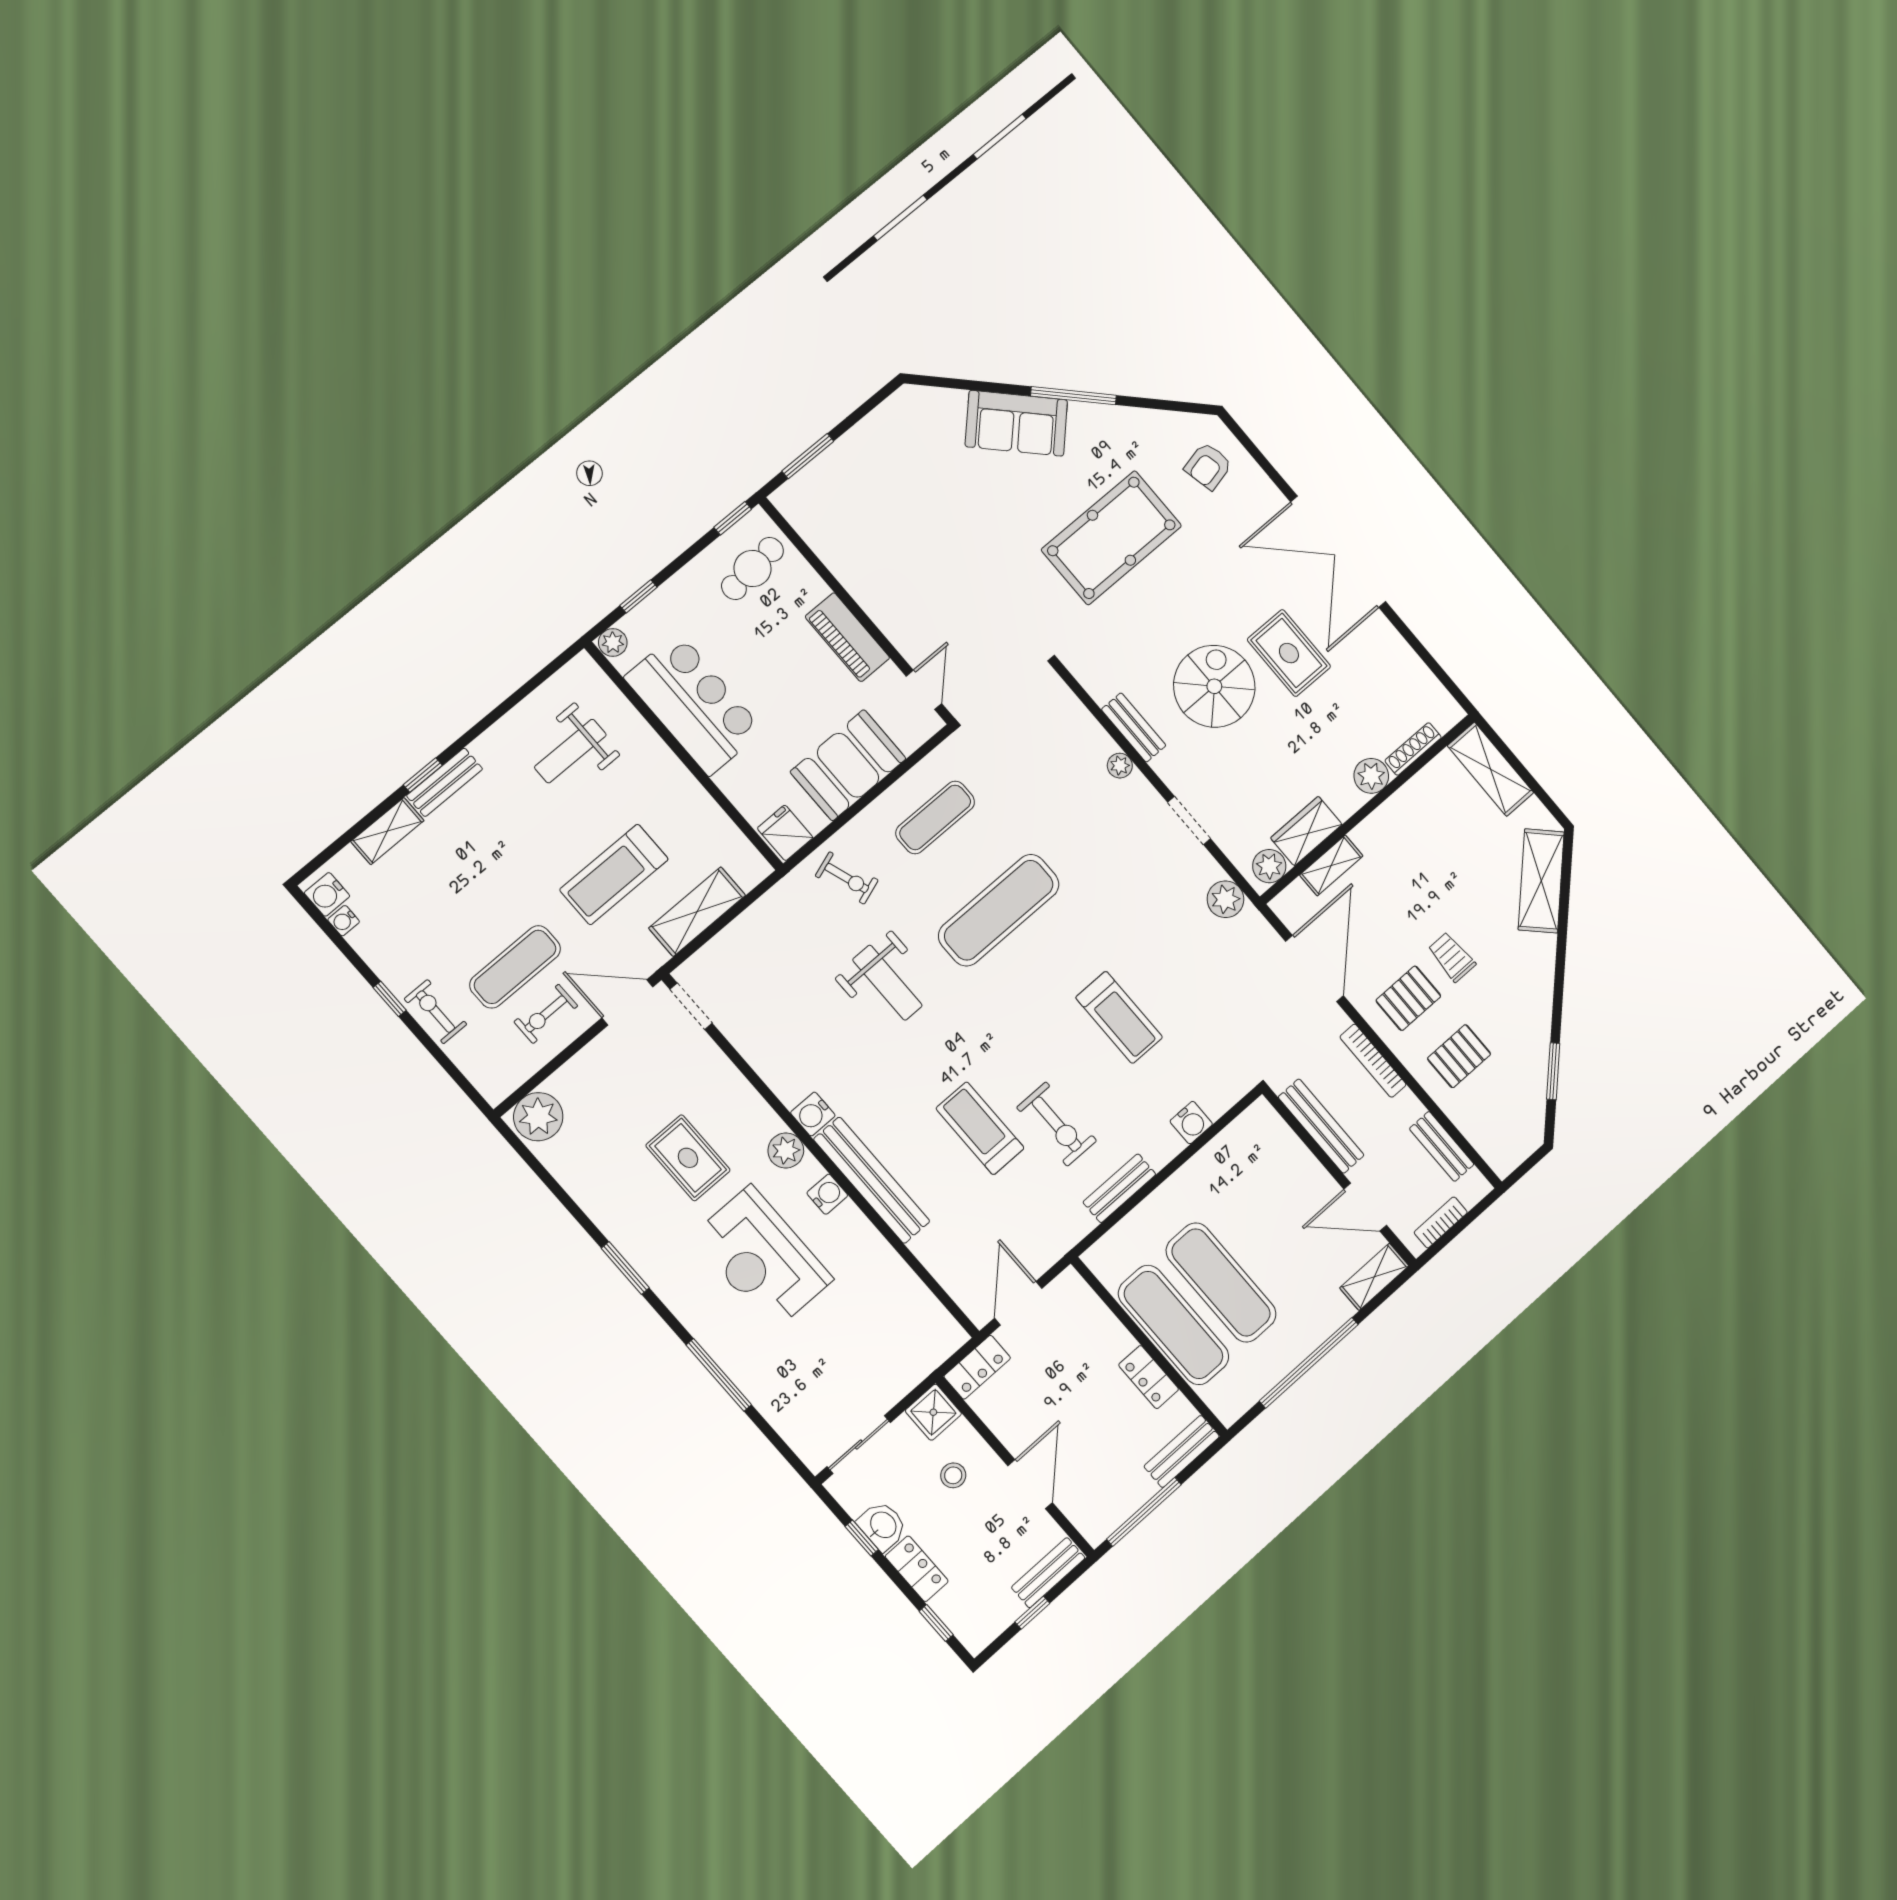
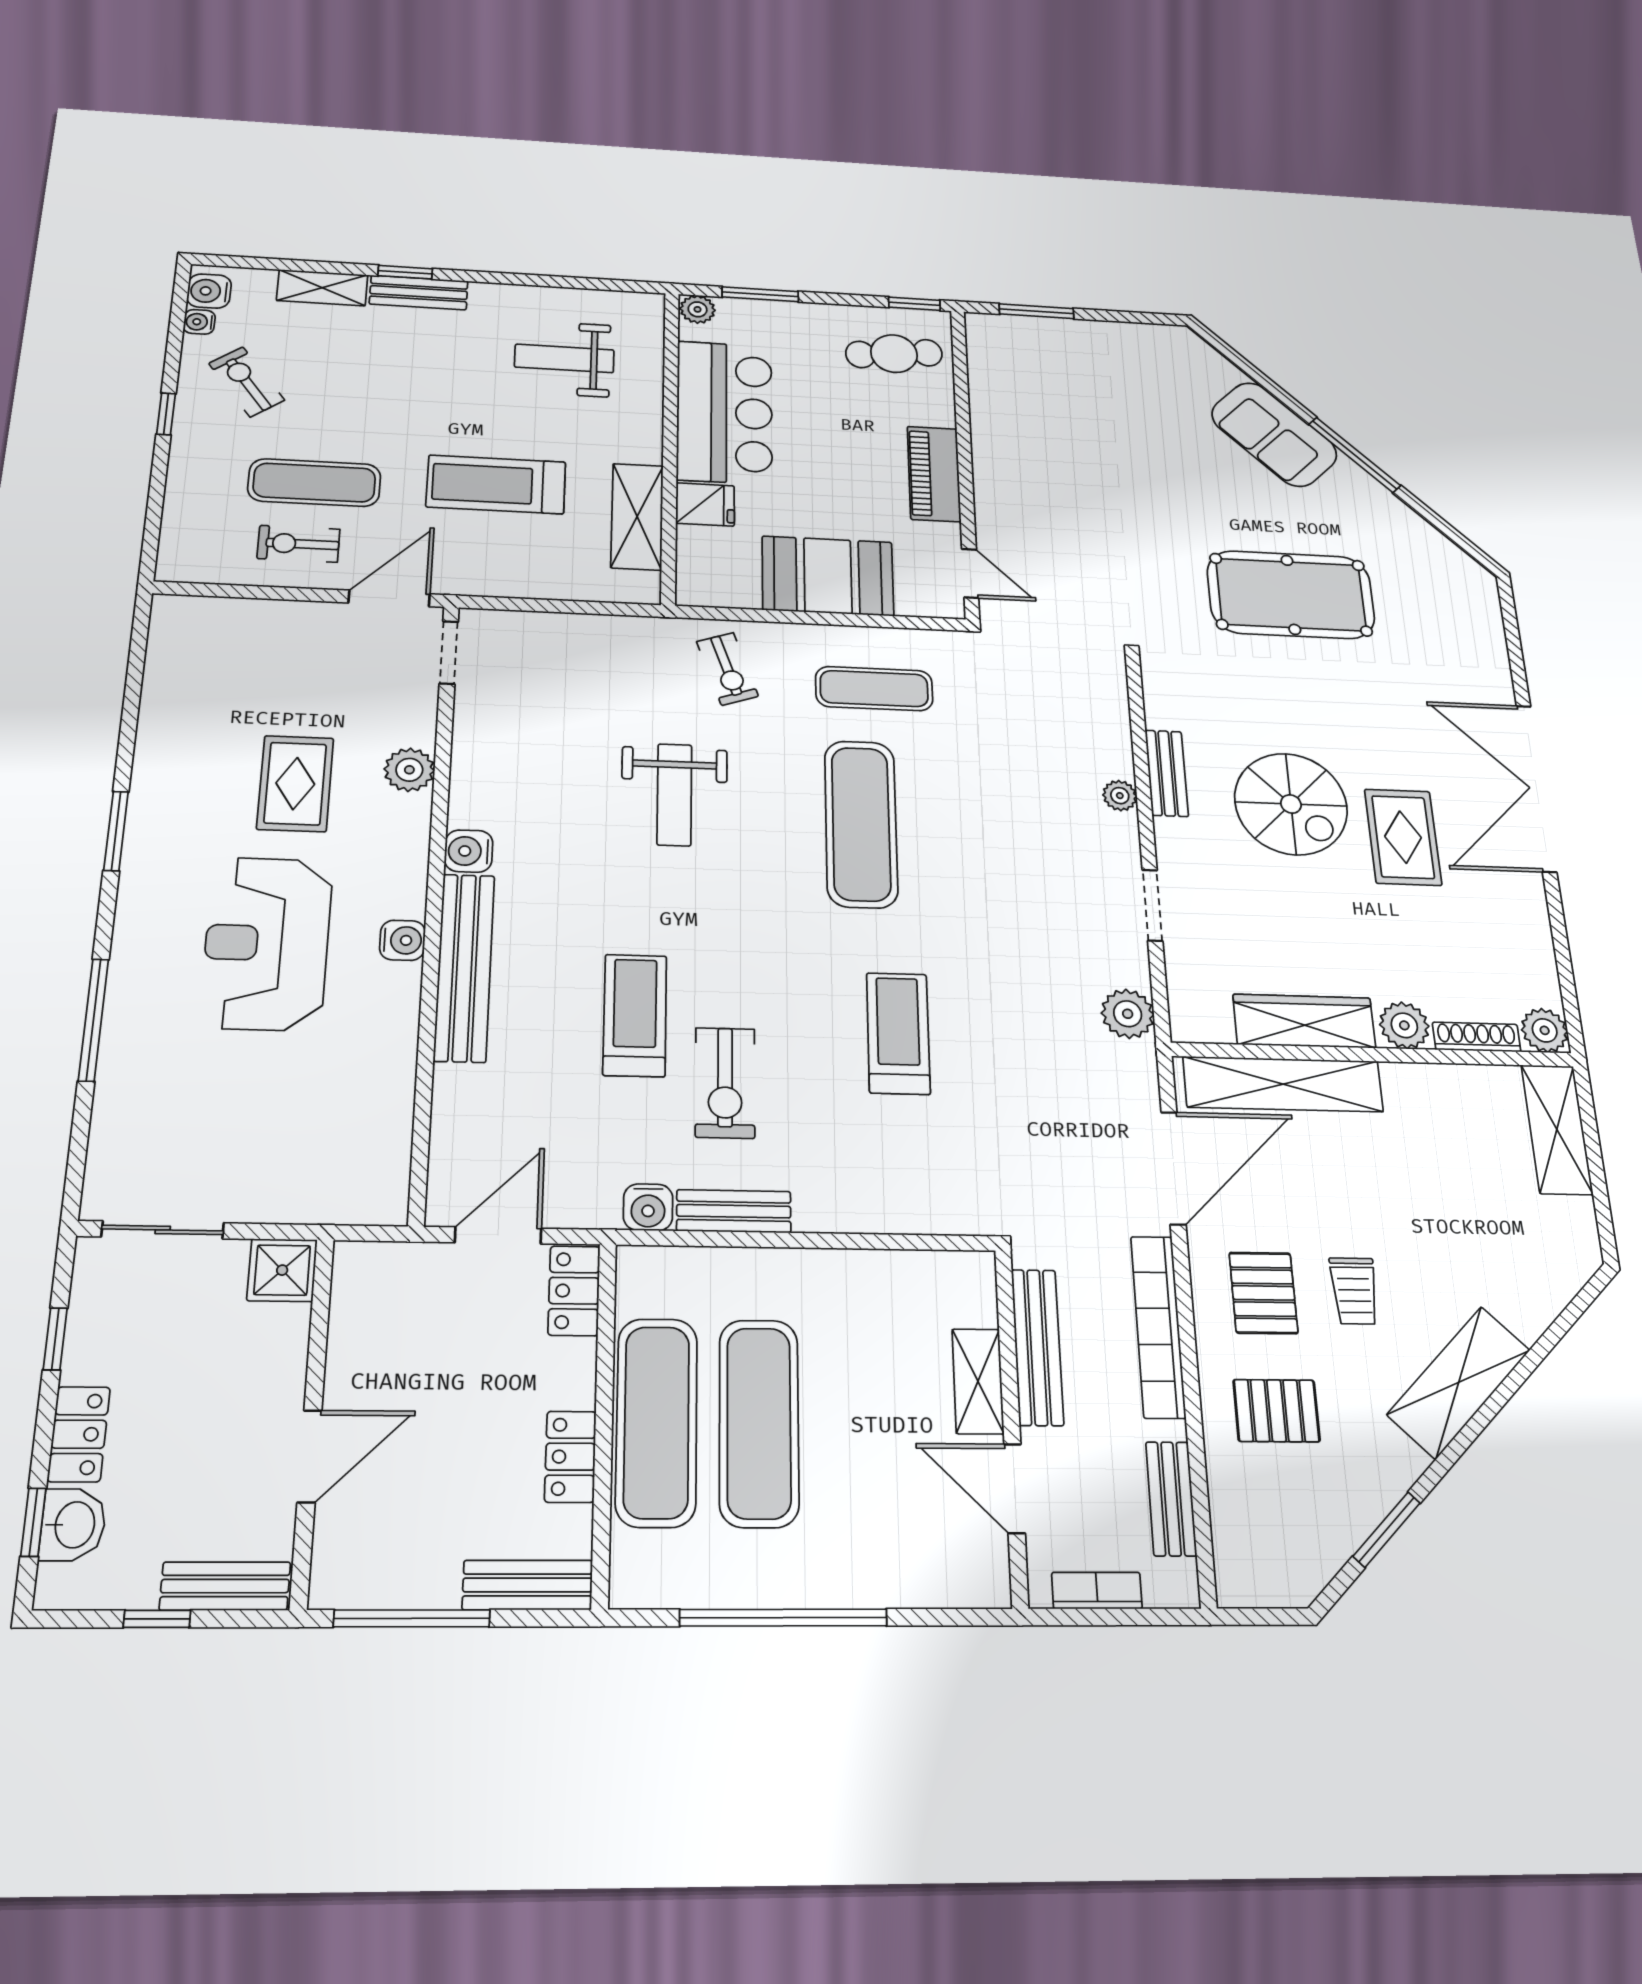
armchair: (1208, 466) -> (1450, 611), removed
window: (638, 596) -> (760, 294), width x1.50
spiral stairs: (1214, 686) -> (1291, 804), turned 90
door: (924, 690) -> (970, 573), hinge flipped
wardrobe: (1306, 831) -> (1304, 1021), width x1.50
fridge: (785, 833) -> (705, 504), moved, turned 90
shelving: (1331, 865) -> (1283, 1084), width x2.20, depth x1.33
plant: (1269, 866) -> (1545, 1030), moved
shelving: (1541, 881) -> (1459, 1382), moved
exercise mat: (999, 910) -> (861, 824), turned 90
shelving: (697, 912) -> (637, 517), moved, turned 90
trolley: (1452, 957) -> (1354, 1291), turned 180
pallet: (1408, 998) -> (1263, 1293), turned 90
door: (627, 1002) -> (389, 598), hinge flipped
exercise bike: (435, 1012) -> (247, 382), moved, turned -36
treadmill: (1119, 1017) -> (898, 1033), turned 180
bookcase: (1373, 1061) -> (1158, 1326), width x1.48, depth x1.31
plant: (538, 1117) -> (189, 623), removed
water cooler: (1191, 1123) -> (648, 1207), moved
plant: (786, 1150) -> (409, 770), moved
shelving: (1374, 1277) -> (978, 1381), moved, turned 90
locker: (977, 1367) -> (574, 1291), moved, turned 90
stool: (953, 1475) -> (232, 1363), removed
washbasin: (882, 1526) -> (73, 1525), moved

